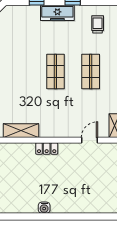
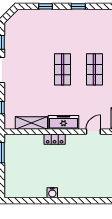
freezer: (57, 13) -> (64, 122), moved, turned 180
trolley: (98, 24) -> (101, 27), removed

